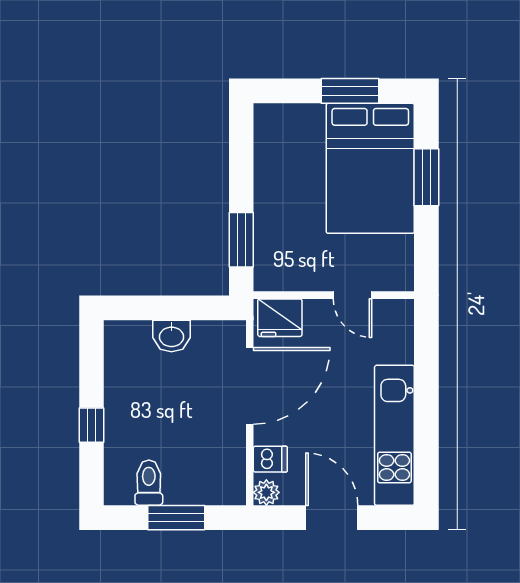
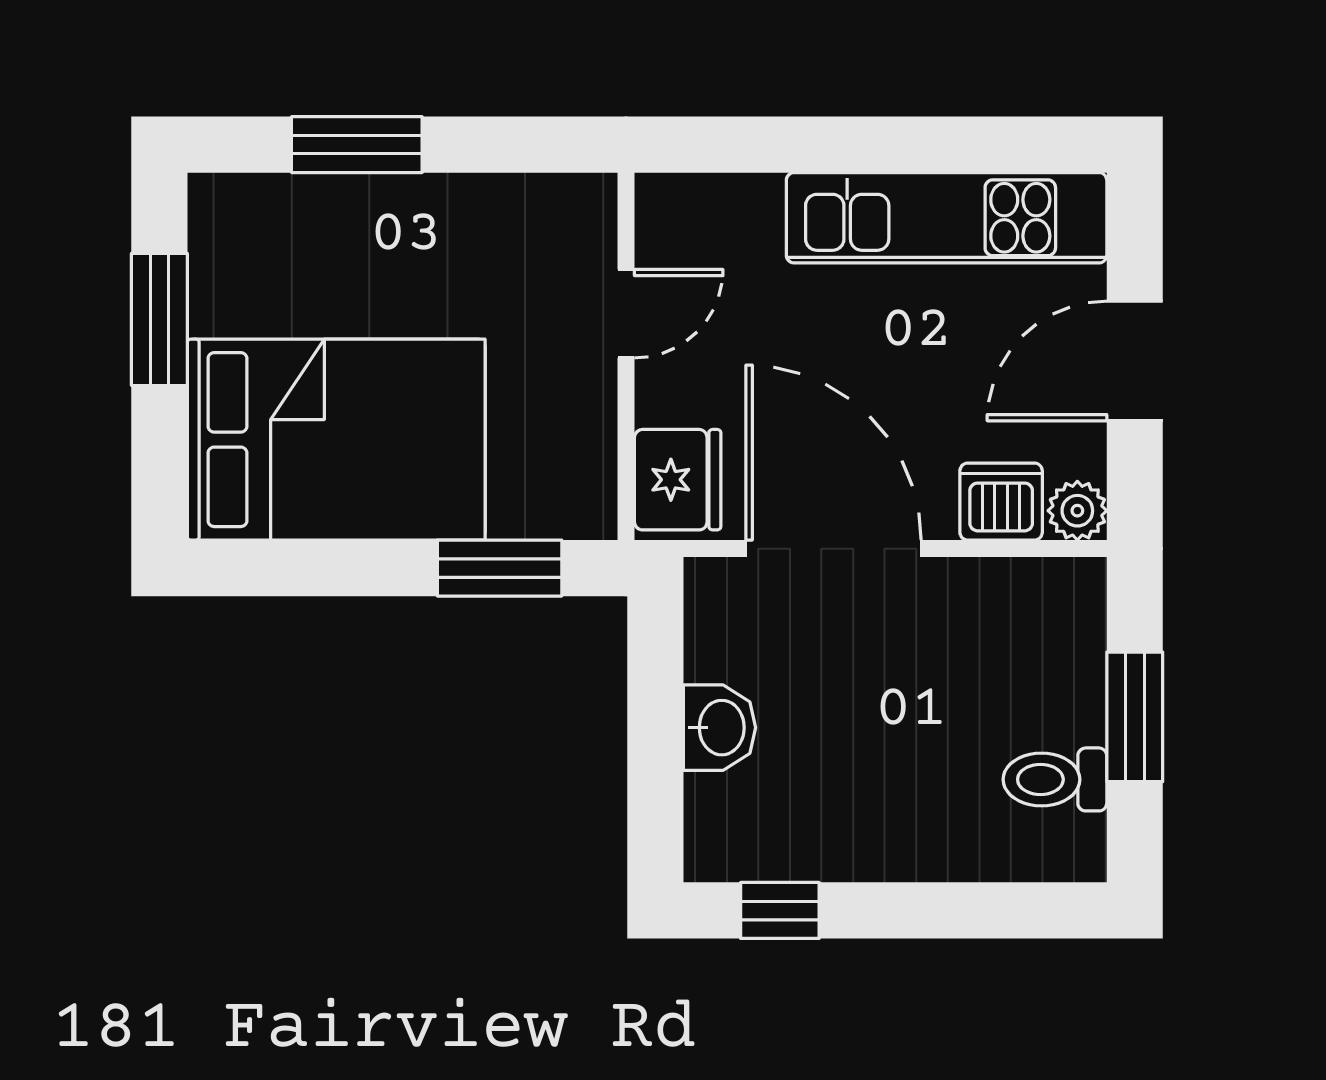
bed: (370, 168) -> (336, 440), moved
window: (92, 425) -> (780, 910), moved
dishwasher: (270, 459) -> (1001, 502), width x1.38

